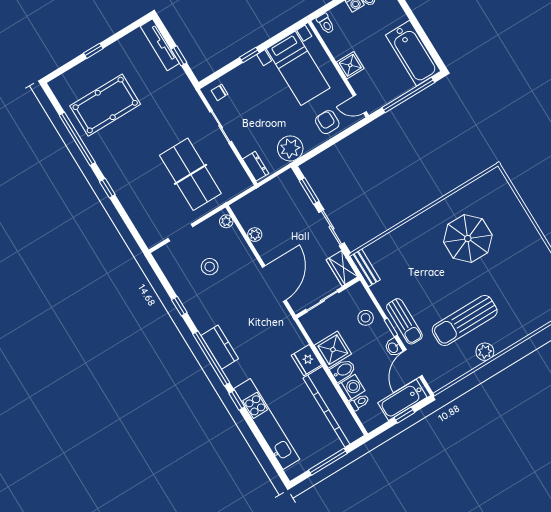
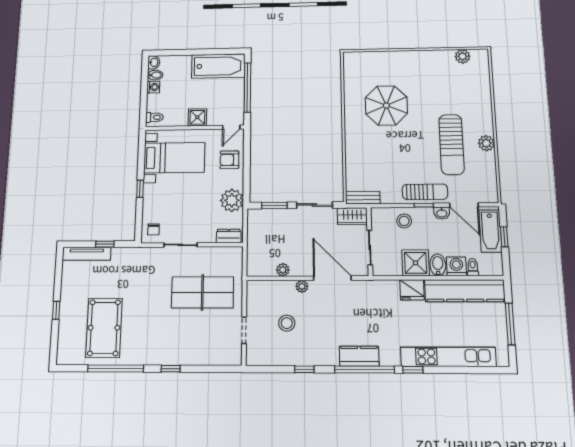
plant: (226, 221) -> (302, 286), moved

